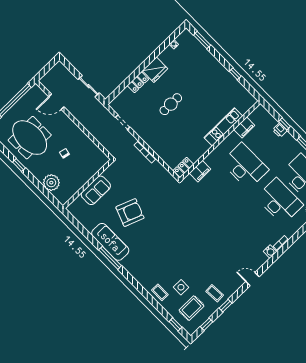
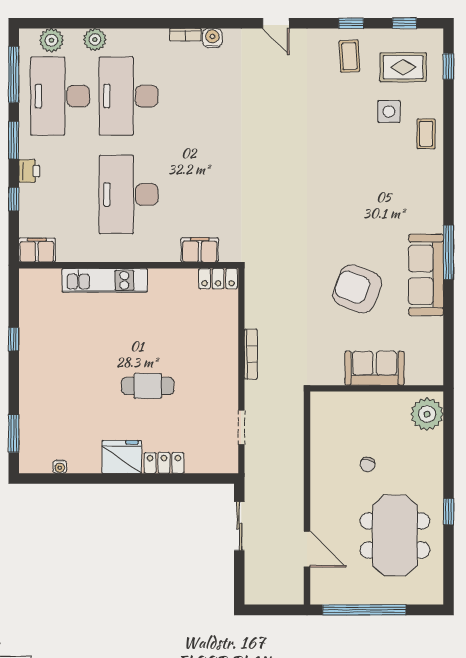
filing cabinet: (244, 128) -> (37, 250), moved
printer: (280, 130) -> (29, 171), moved
plant: (51, 183) -> (427, 414), moved

